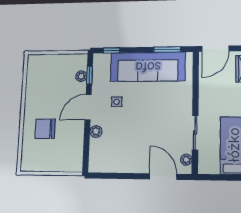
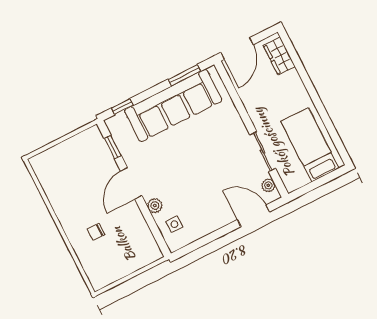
plant: (81, 76) -> (104, 153), removed
side table: (117, 102) -> (174, 224), moved
chair: (45, 129) -> (96, 232), width x0.54, depth x0.54

